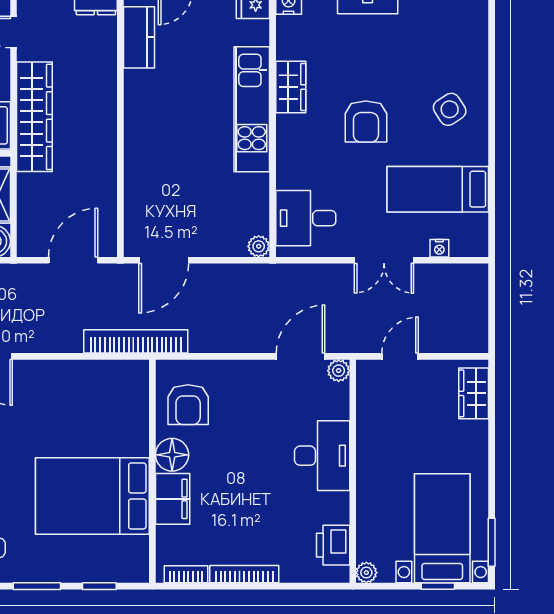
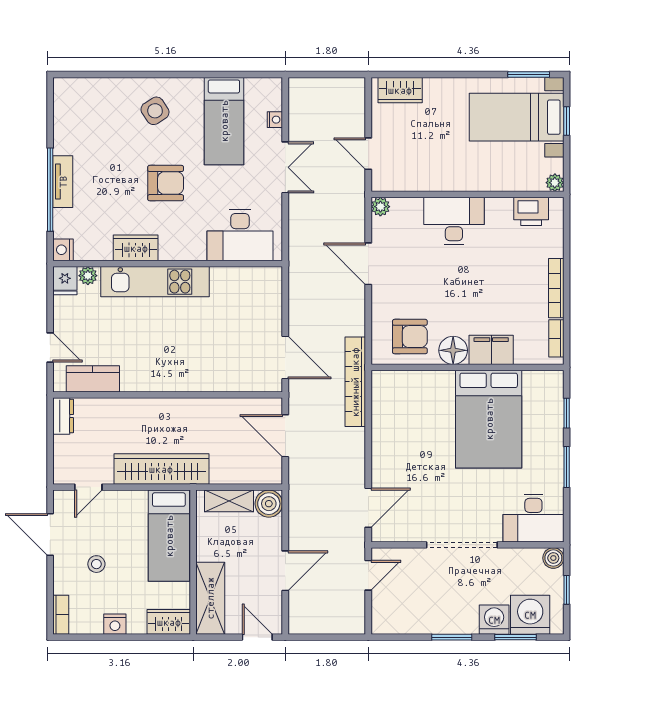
desk: (306, 218) -> (240, 235), width x1.37
plant: (259, 246) -> (88, 276), moved
door: (301, 356) -> (368, 264), moved

